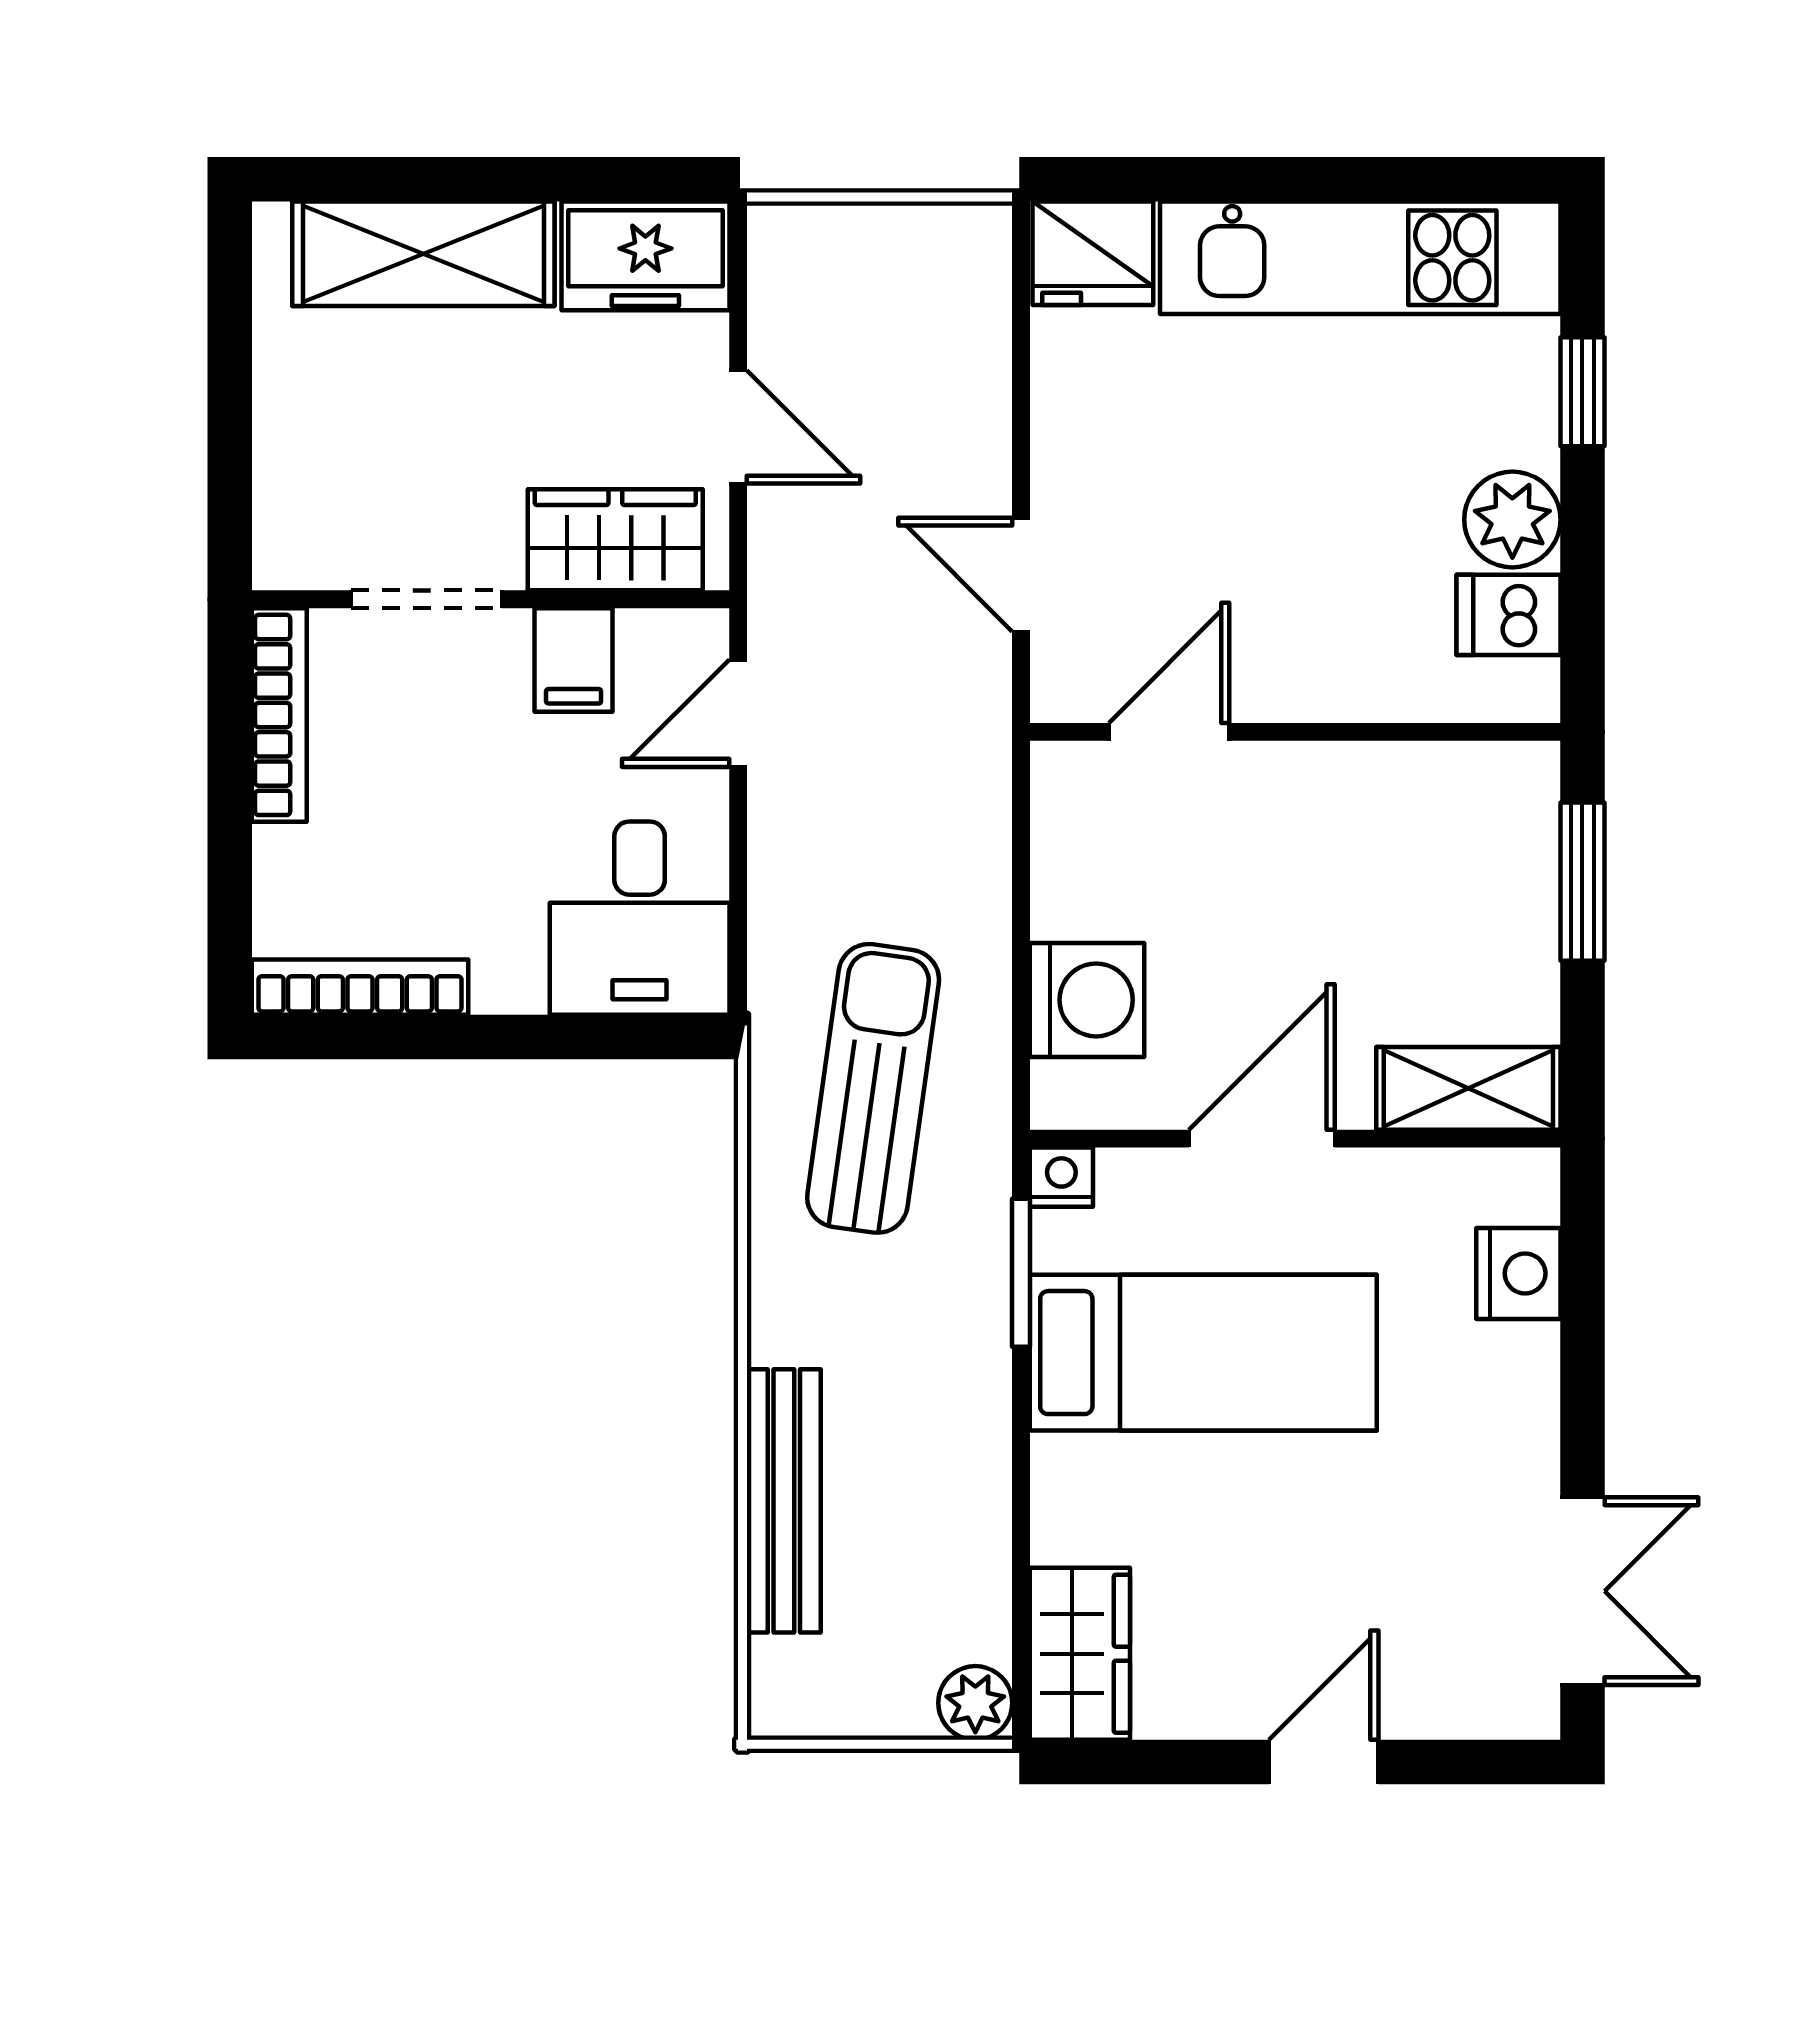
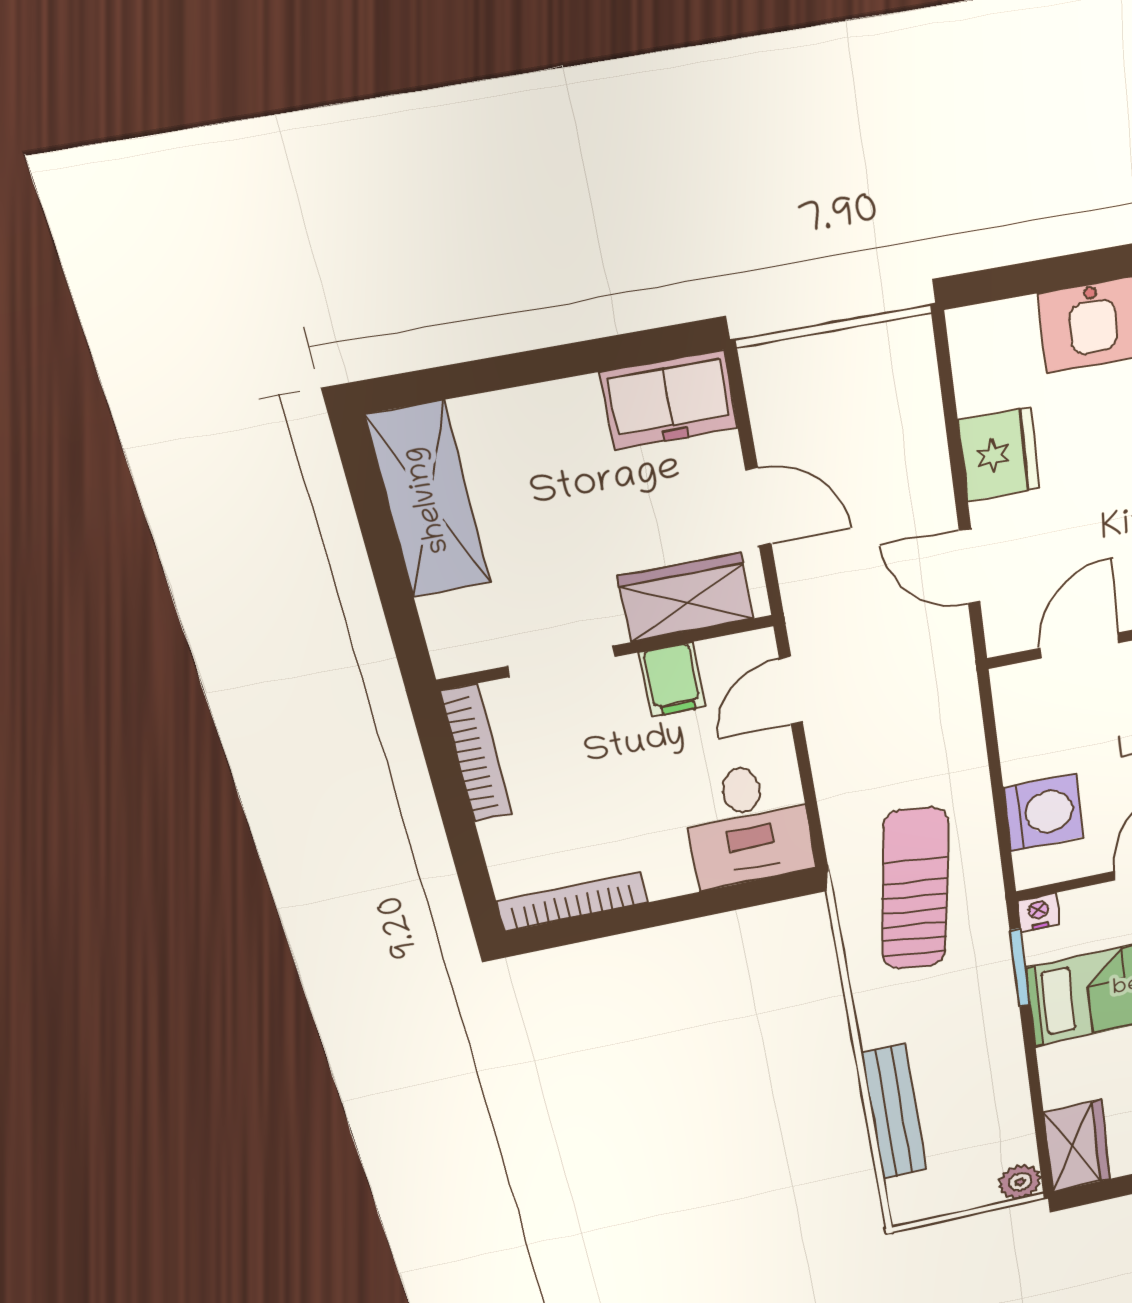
fridge: (1093, 253) -> (999, 454), moved, turned -90
shelving: (423, 254) -> (428, 500), moved, turned 90

